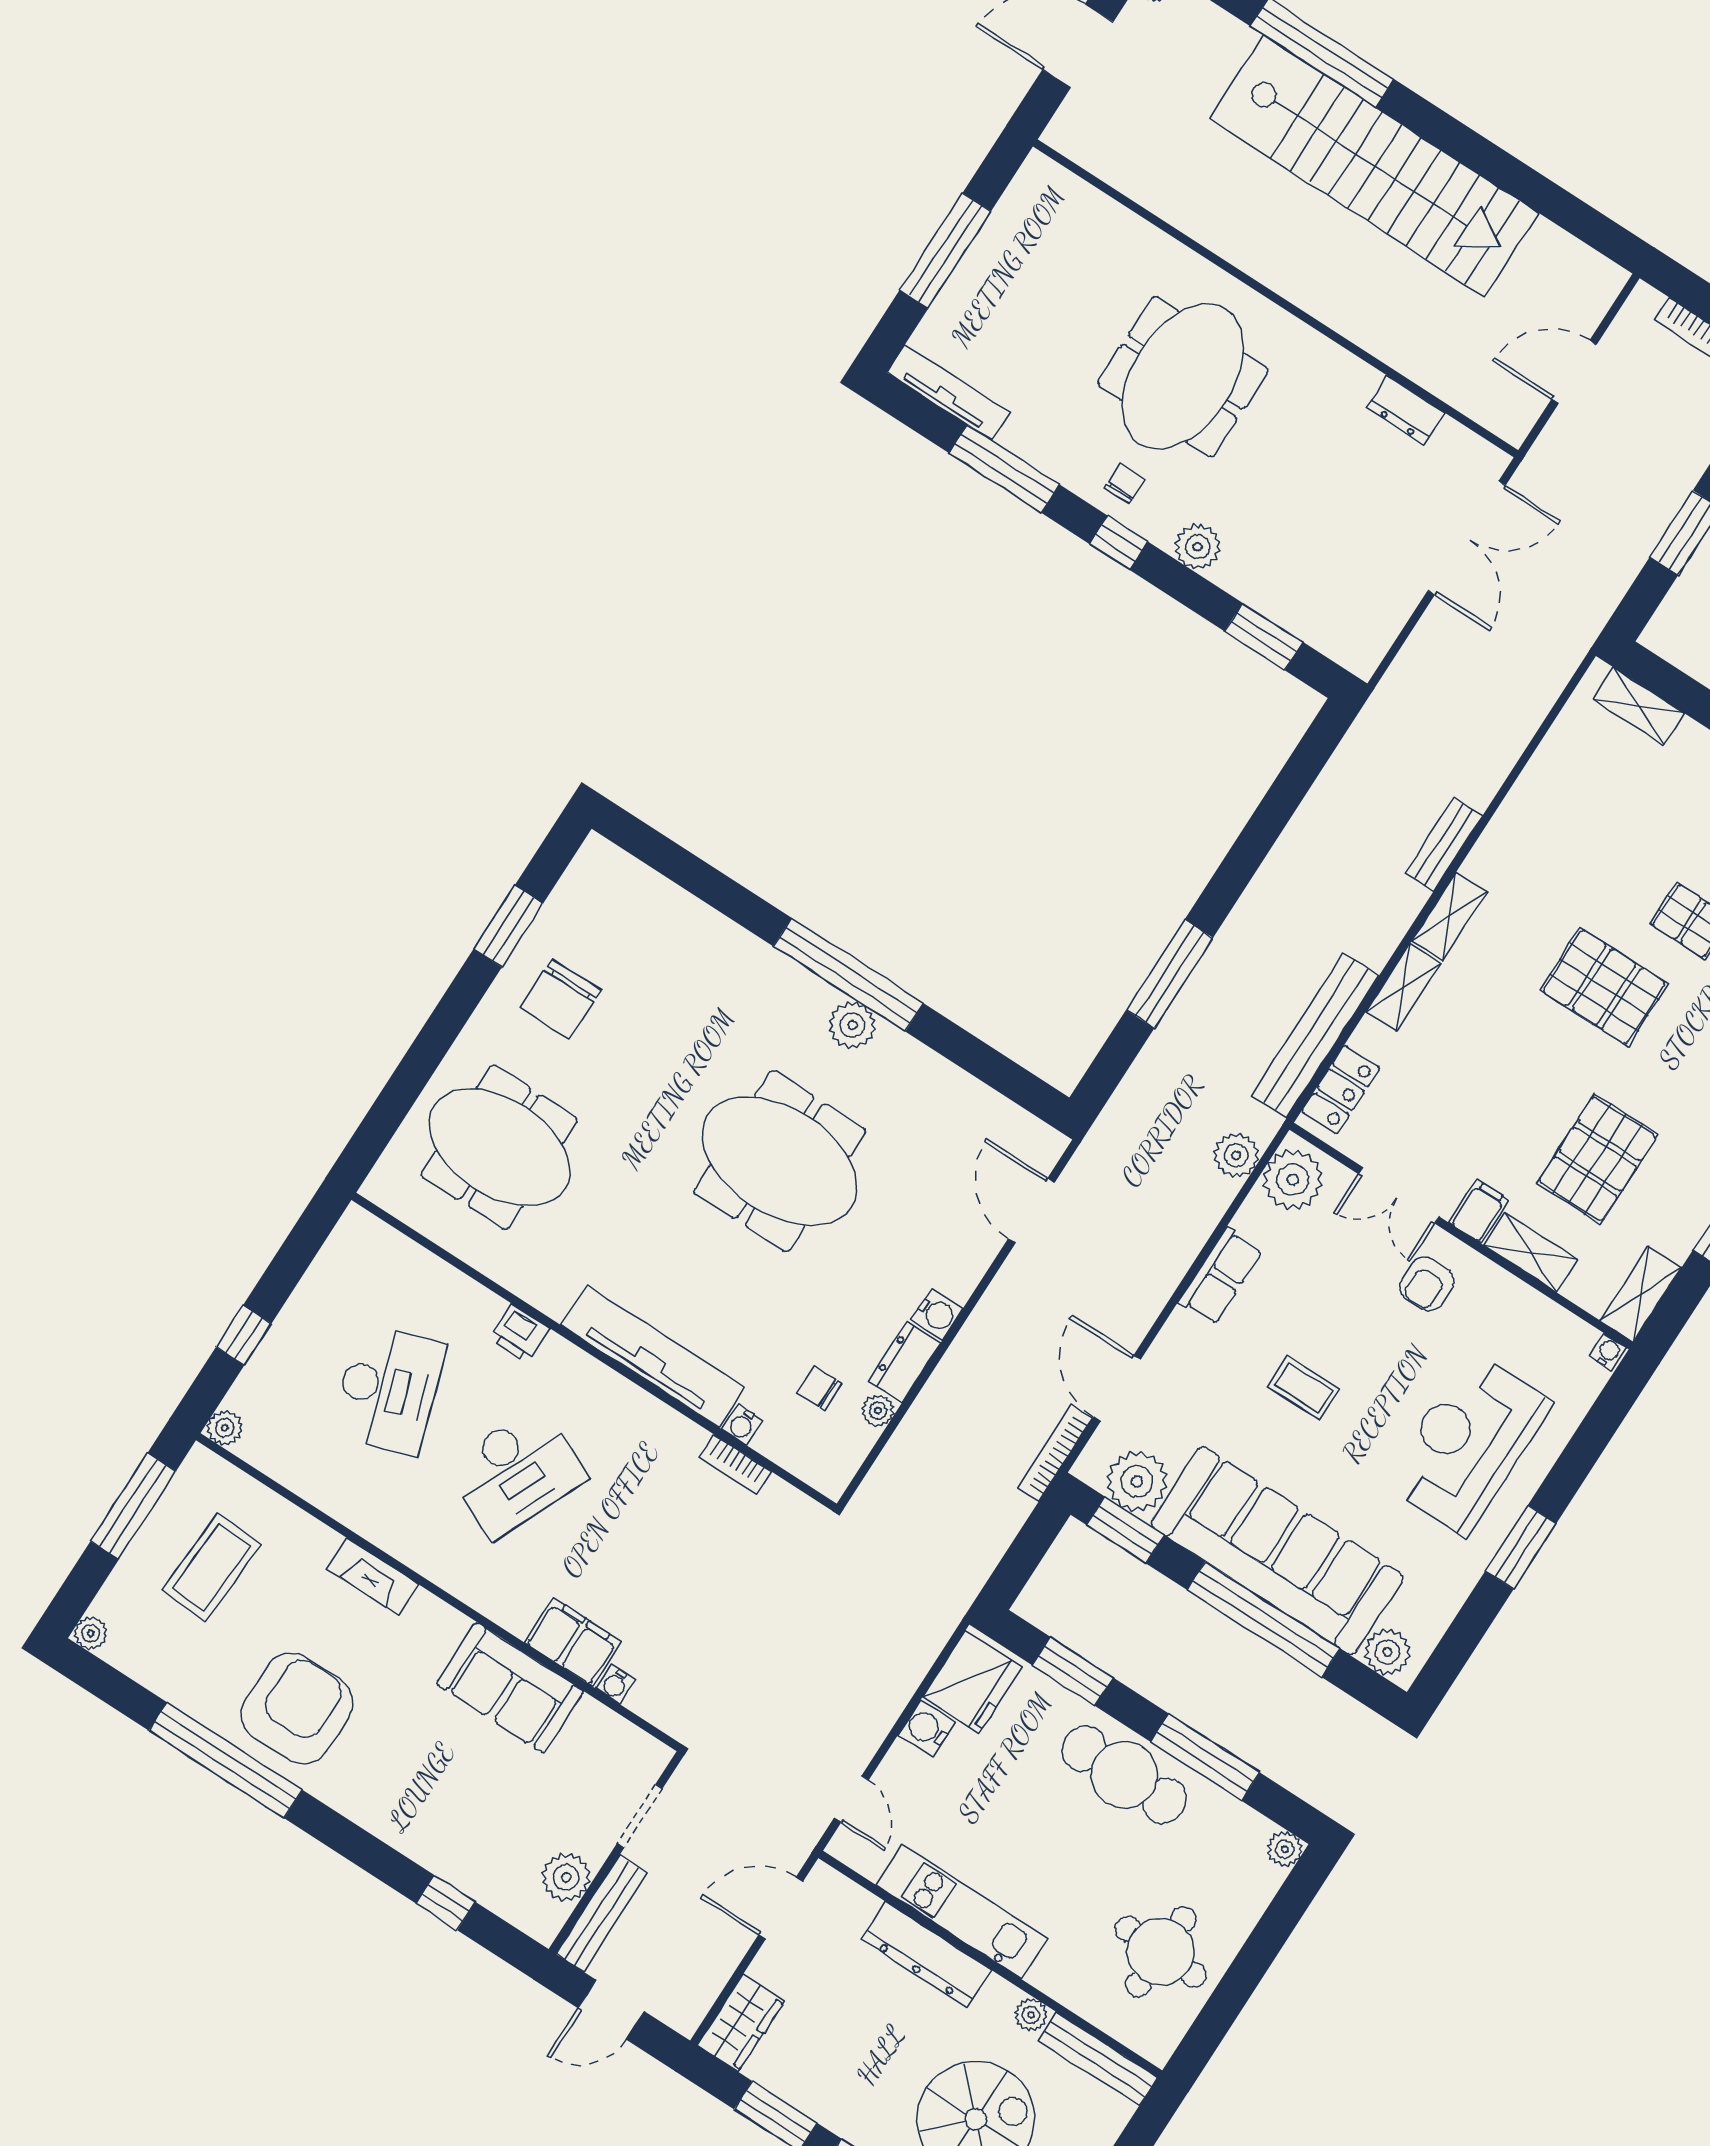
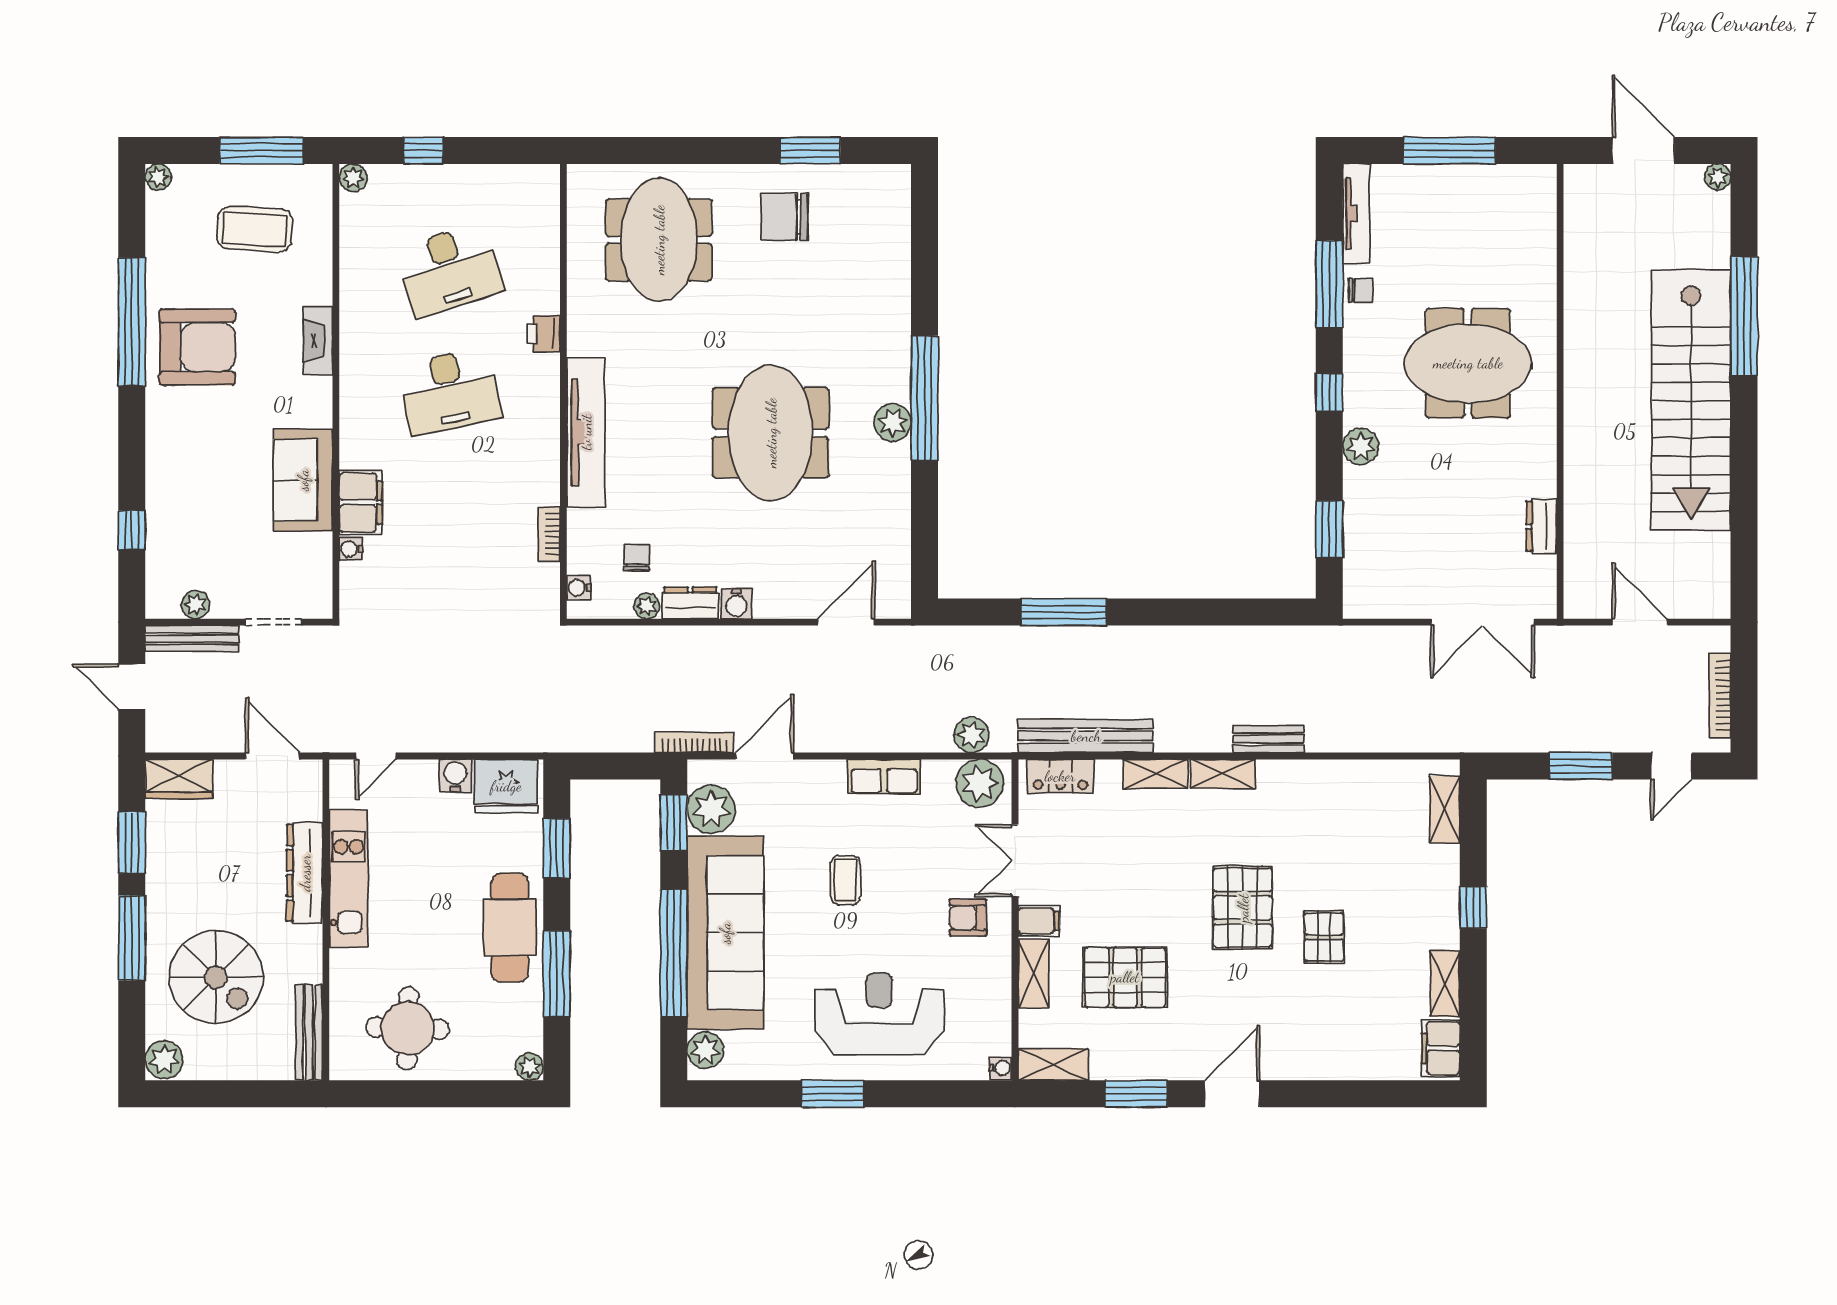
chair: (1125, 483) -> (1361, 290), moved
water cooler: (742, 1425) -> (579, 588), moved
desk: (516, 1472) -> (450, 391), turned -36
plant: (566, 1877) -> (196, 605), width x0.73, depth x0.73
plant: (1031, 2015) -> (310, 969), removed

